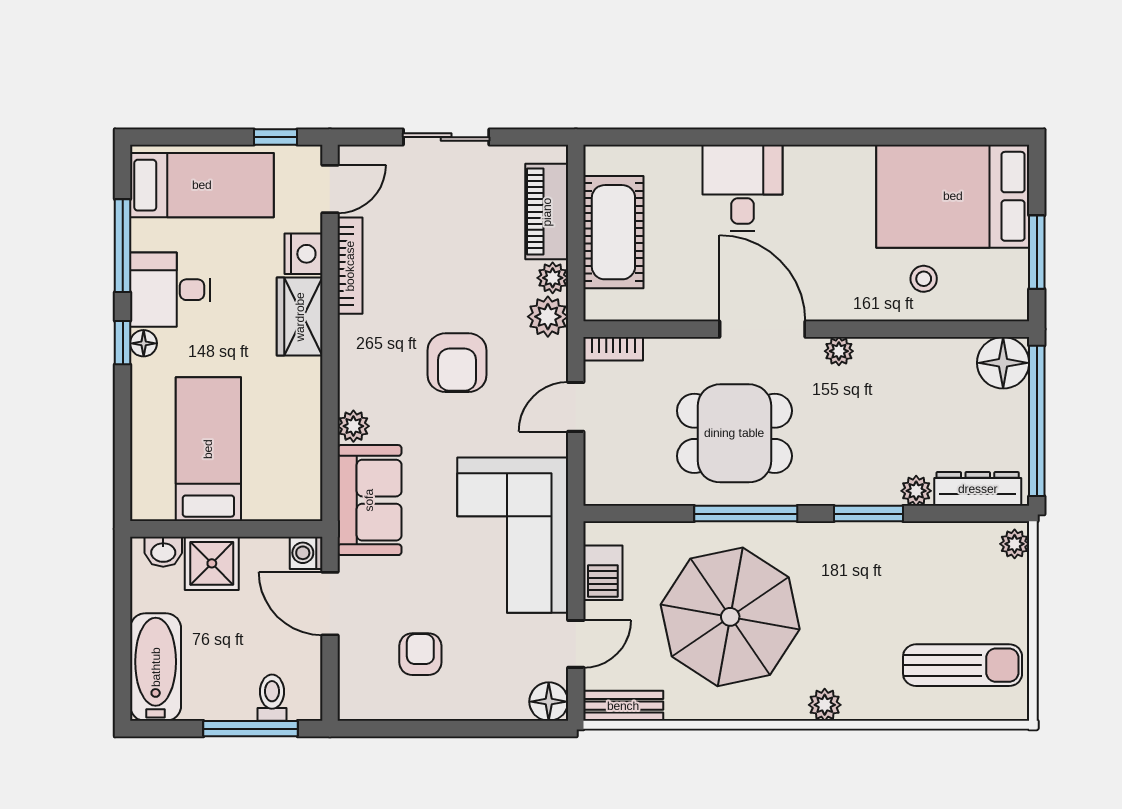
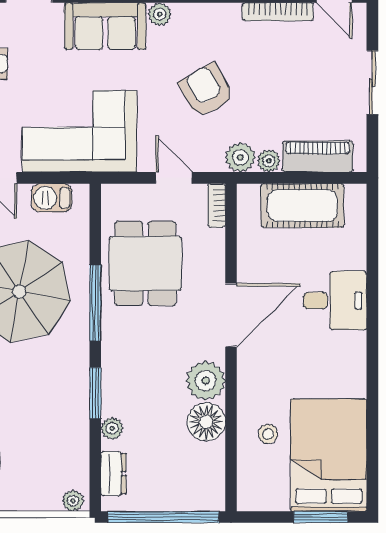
window: (1037, 252) -> (321, 517), moved
plant: (839, 351) -> (206, 381), width x1.87, depth x1.87
armchair: (457, 363) -> (206, 90), turned 60
floor lamp: (1003, 363) -> (206, 422), moved
dining table: (734, 433) -> (145, 263), moved
dresser: (978, 489) -> (113, 474), width x0.70

